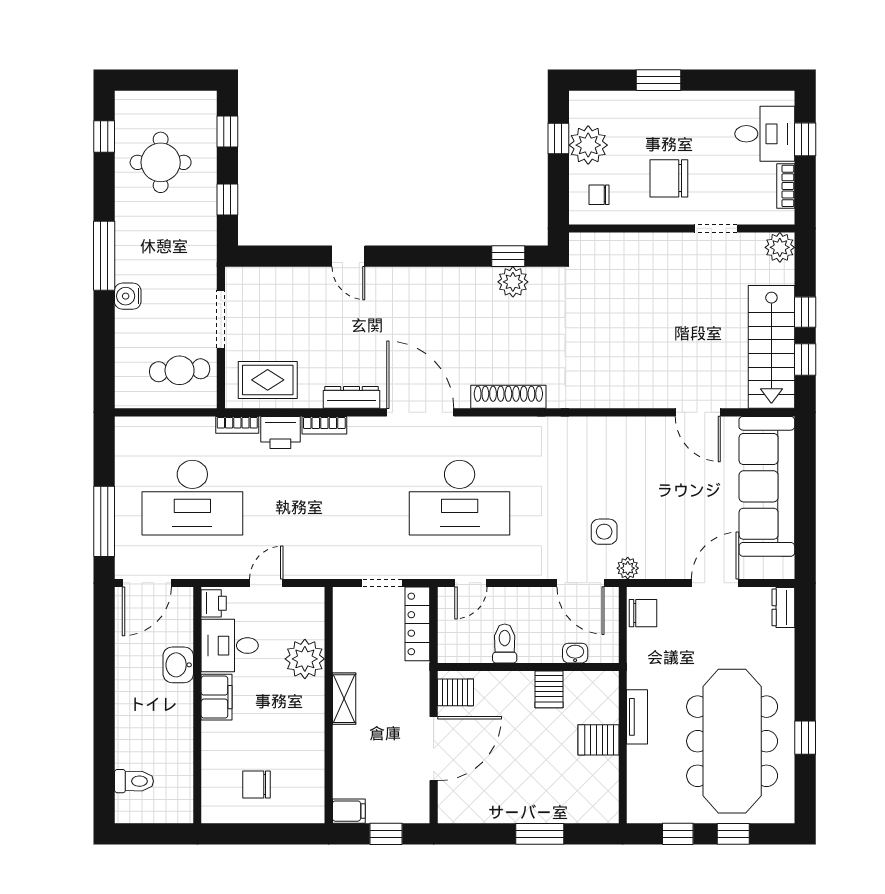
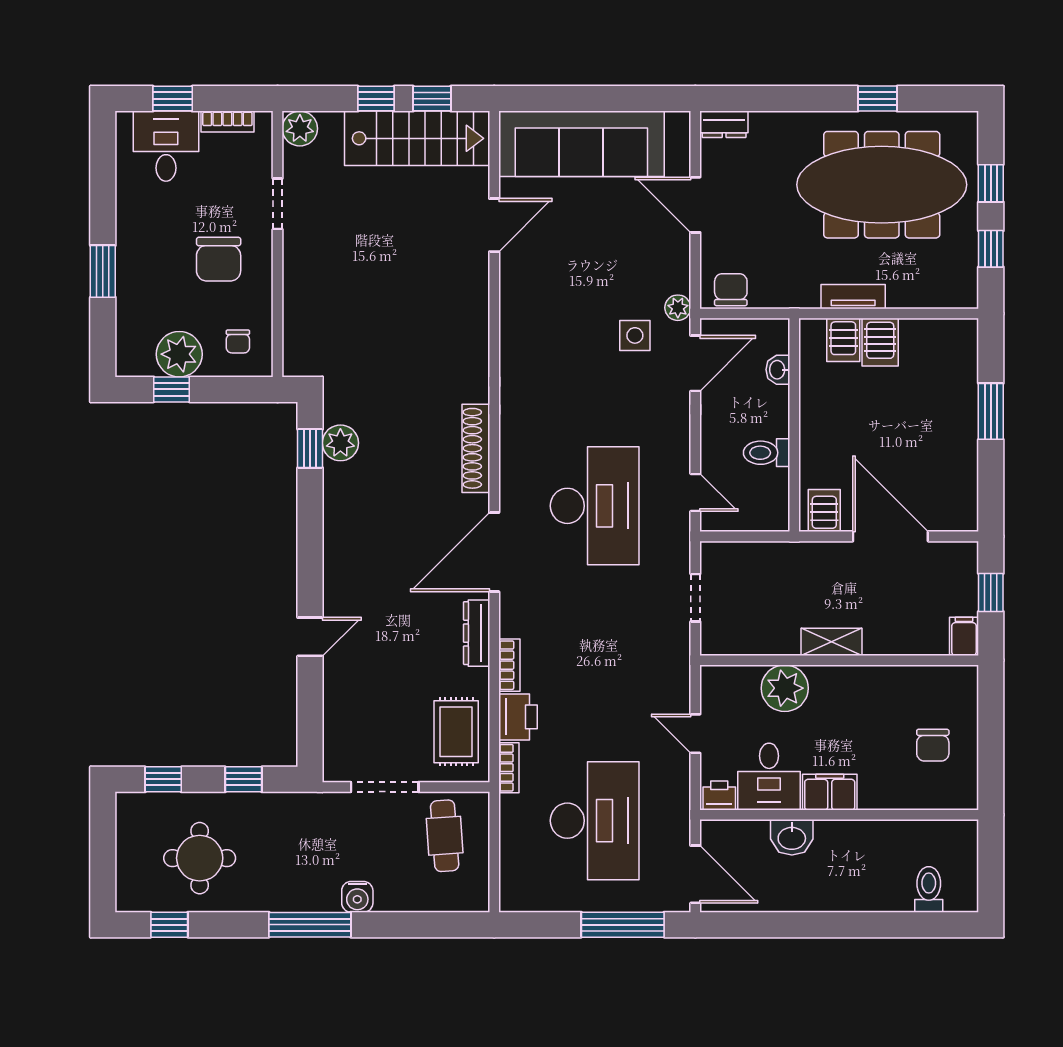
locker: (417, 624) -> (744, 555), removed
server rack: (549, 689) -> (843, 340), moved, turned 90

